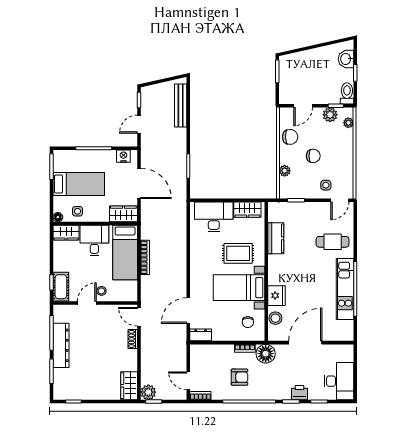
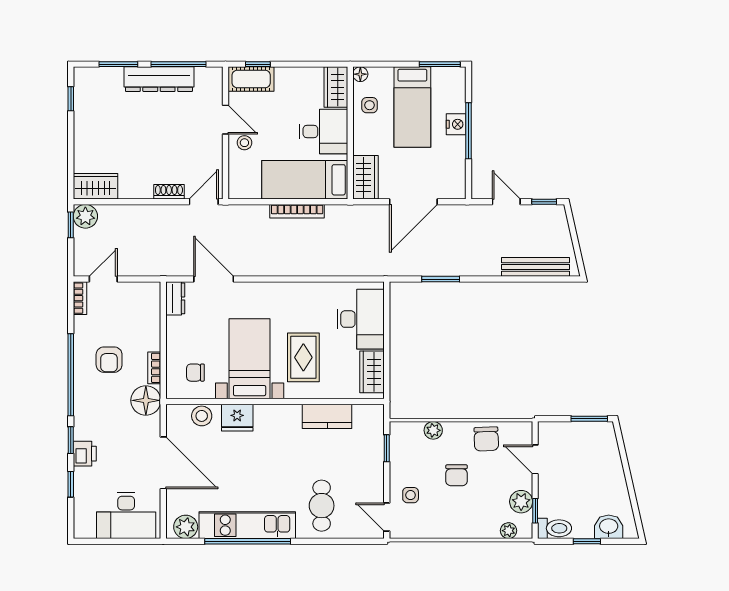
nightstand: (123, 156) -> (456, 124), moved
plant: (346, 328) -> (186, 527), added
desk: (339, 381) -> (126, 516), moved

